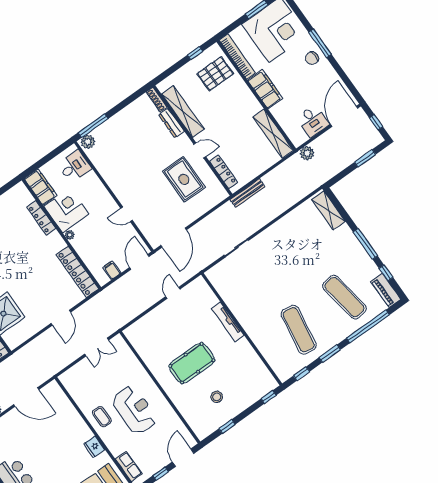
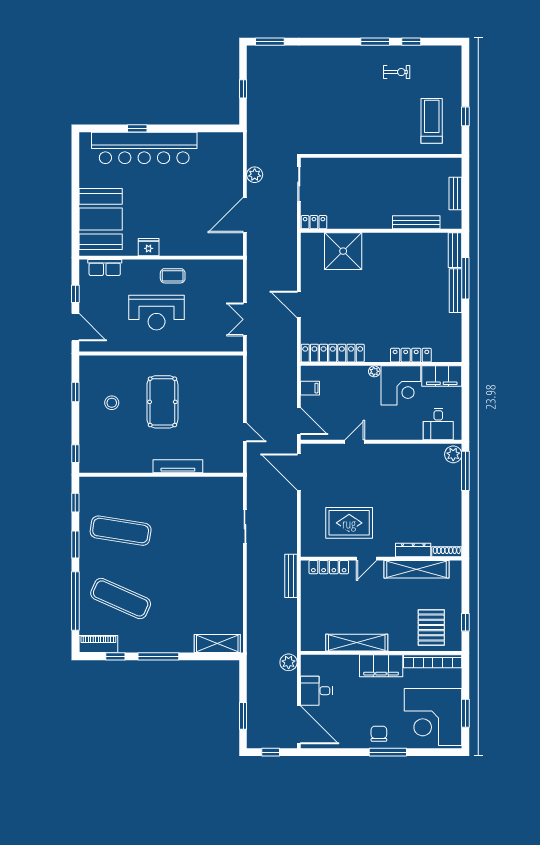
shelving: (273, 134) -> (357, 643), moved
exercise mat: (344, 297) -> (121, 598), turned 33

